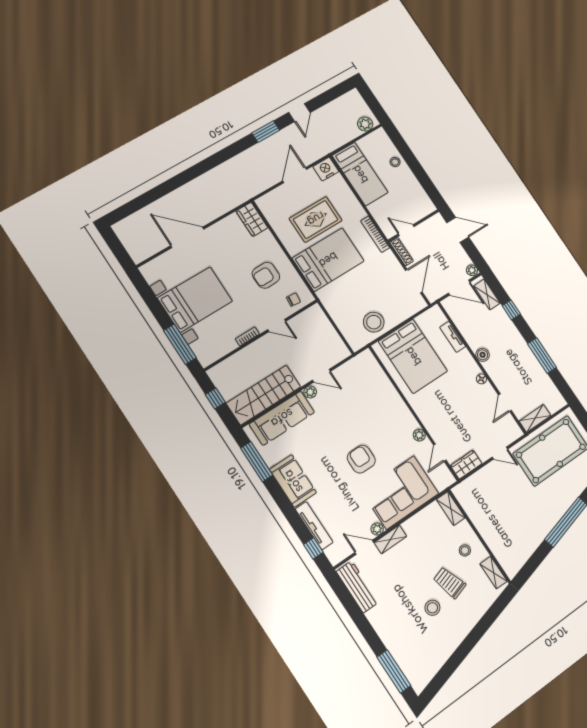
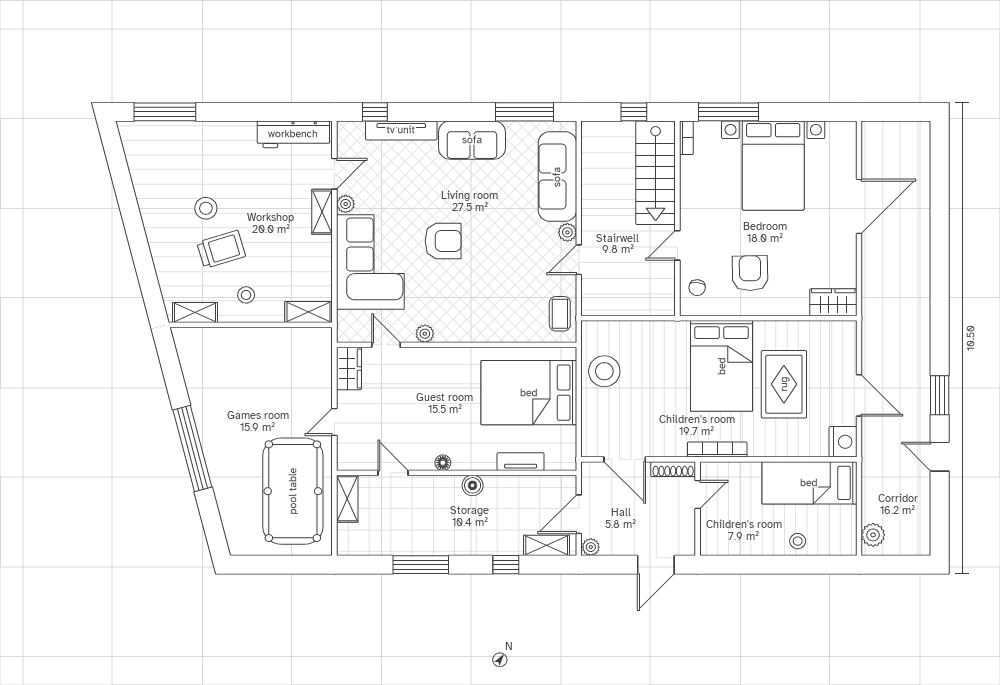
bookcase: (247, 336) -> (686, 138), moved
coffee table: (359, 367) -> (560, 314), added
stairs: (264, 395) -> (656, 173), moved, turned 180

